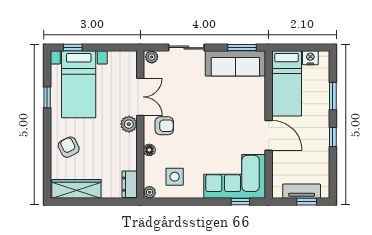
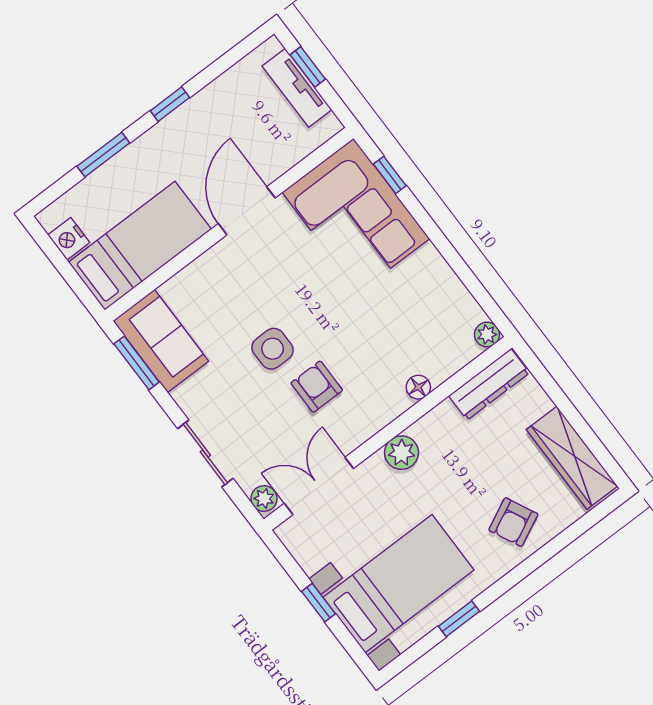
window: (73, 48) -> (318, 603), moved
sofa: (235, 63) -> (161, 341), width x0.73
double door: (140, 97) -> (319, 486), moved
armchair: (164, 126) -> (317, 387), moved
side table: (175, 177) -> (273, 349), moved
dresser: (130, 184) -> (489, 384), width x1.44

